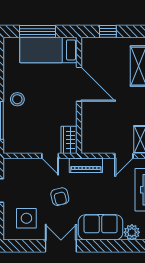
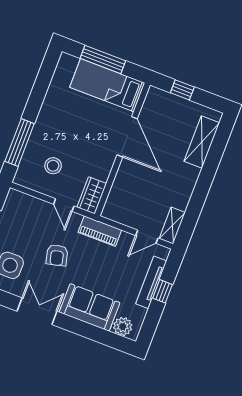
stool: (17, 99) -> (53, 166), moved

